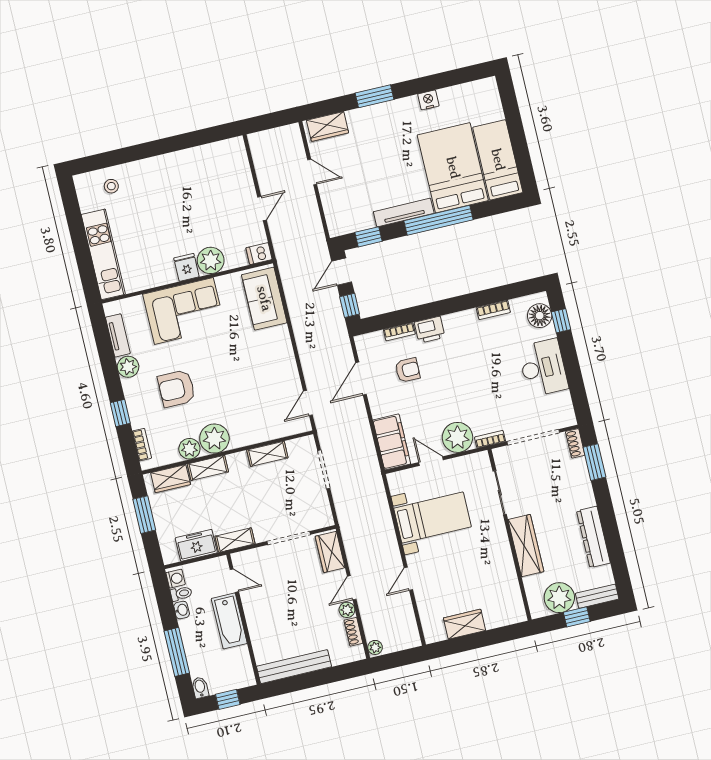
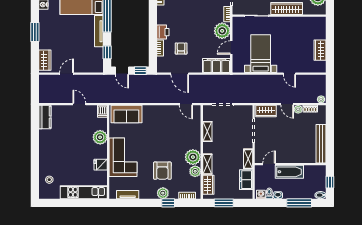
kitchen counter: (224, 151) -> (45, 117), added
fridge: (186, 267) -> (101, 165), moved
plant: (128, 367) -> (163, 193), moved

